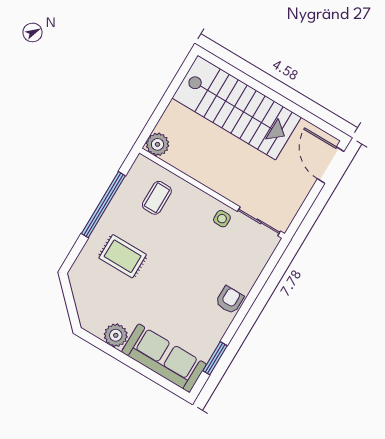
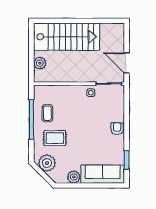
plant: (158, 144) -> (40, 63), moved
door: (331, 165) -> (127, 63), moved
coffee table: (157, 198) -> (47, 113), moved
plant: (87, 288) -> (47, 163), added

